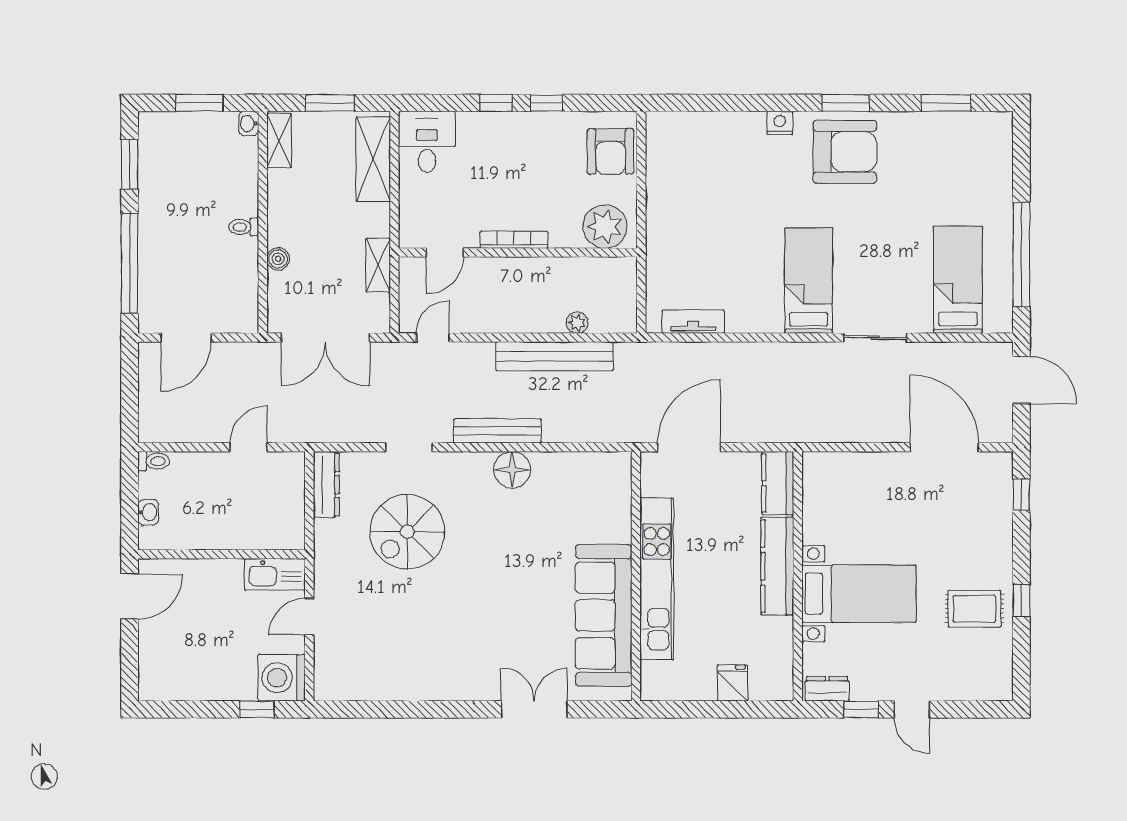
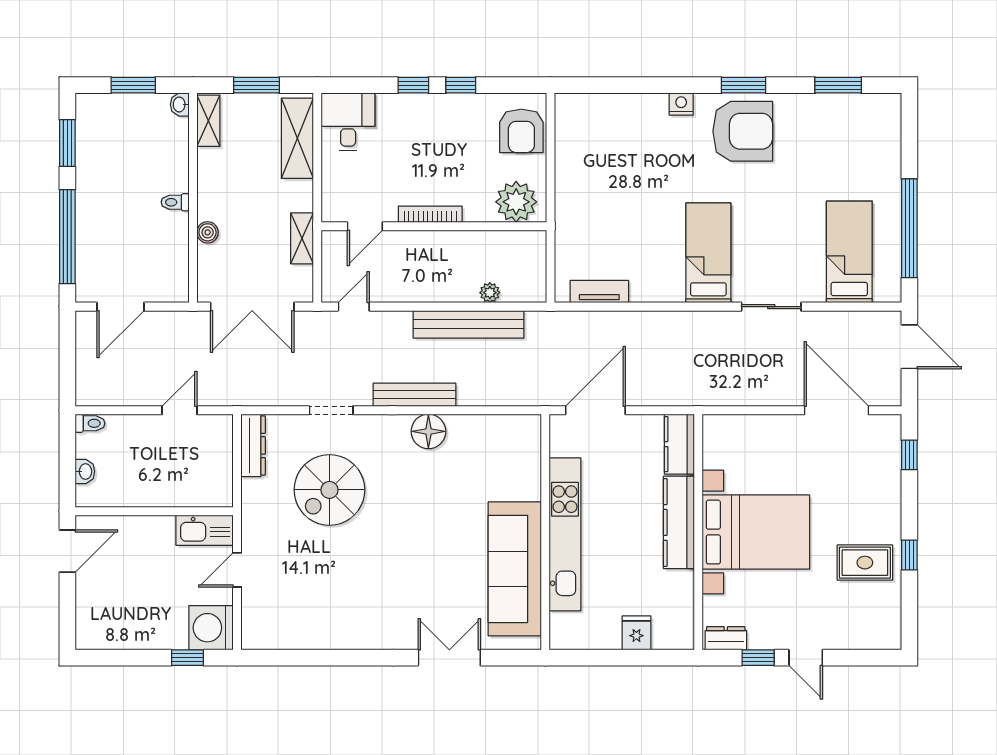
bed with nightstands: (859, 594) -> (756, 532), width x1.36

